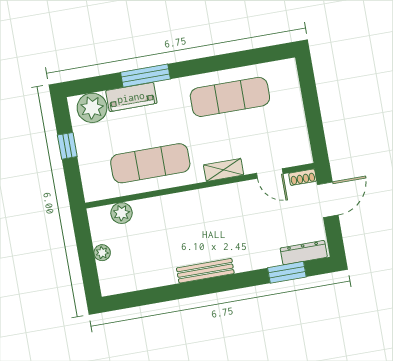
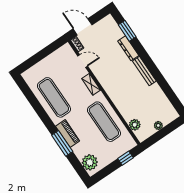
piano: (131, 97) -> (68, 134), moved
window: (67, 146) -> (126, 158), moved
door: (270, 174) -> (83, 61), hinge flipped
dresser: (304, 253) -> (128, 48), moved

